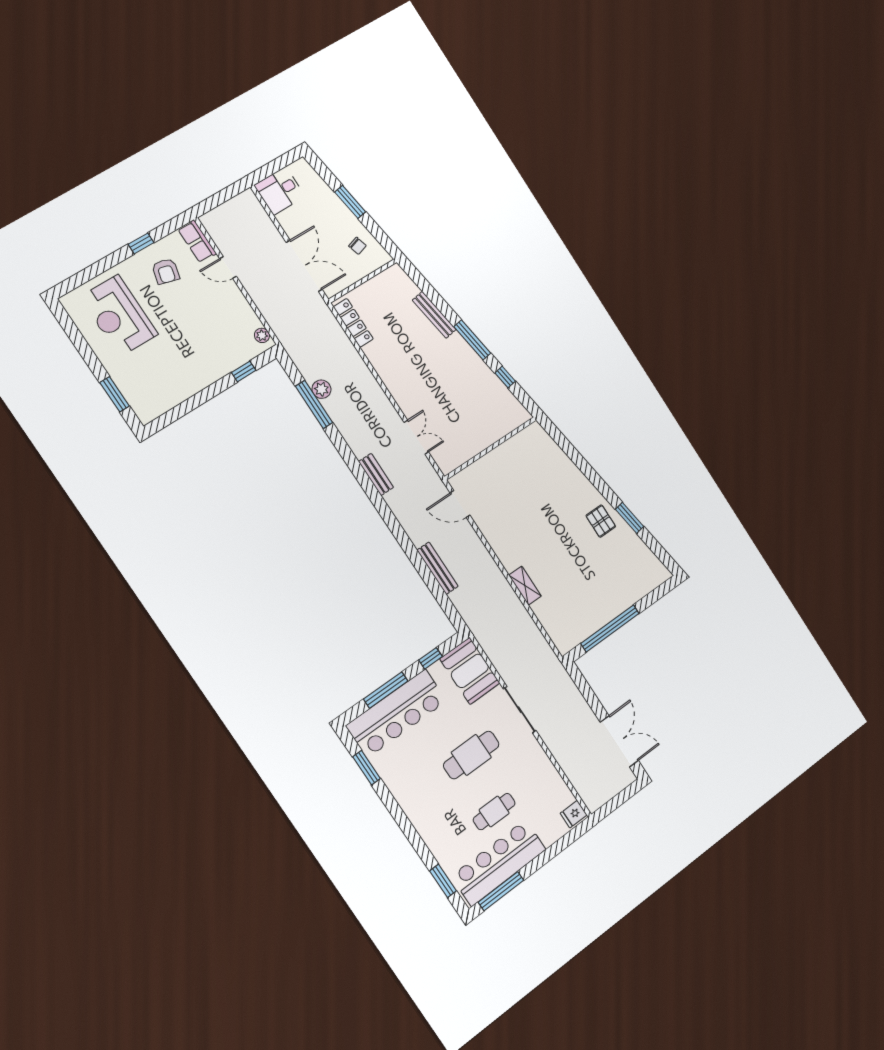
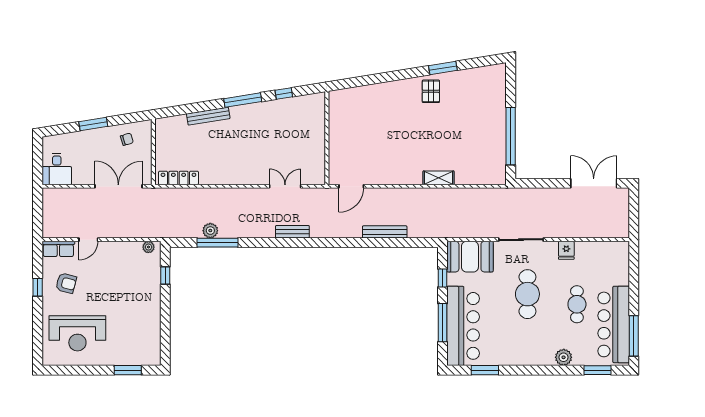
pallet: (601, 521) -> (431, 91), turned 90
fridge: (574, 814) -> (566, 250), moved
plant: (433, 837) -> (564, 357), added

